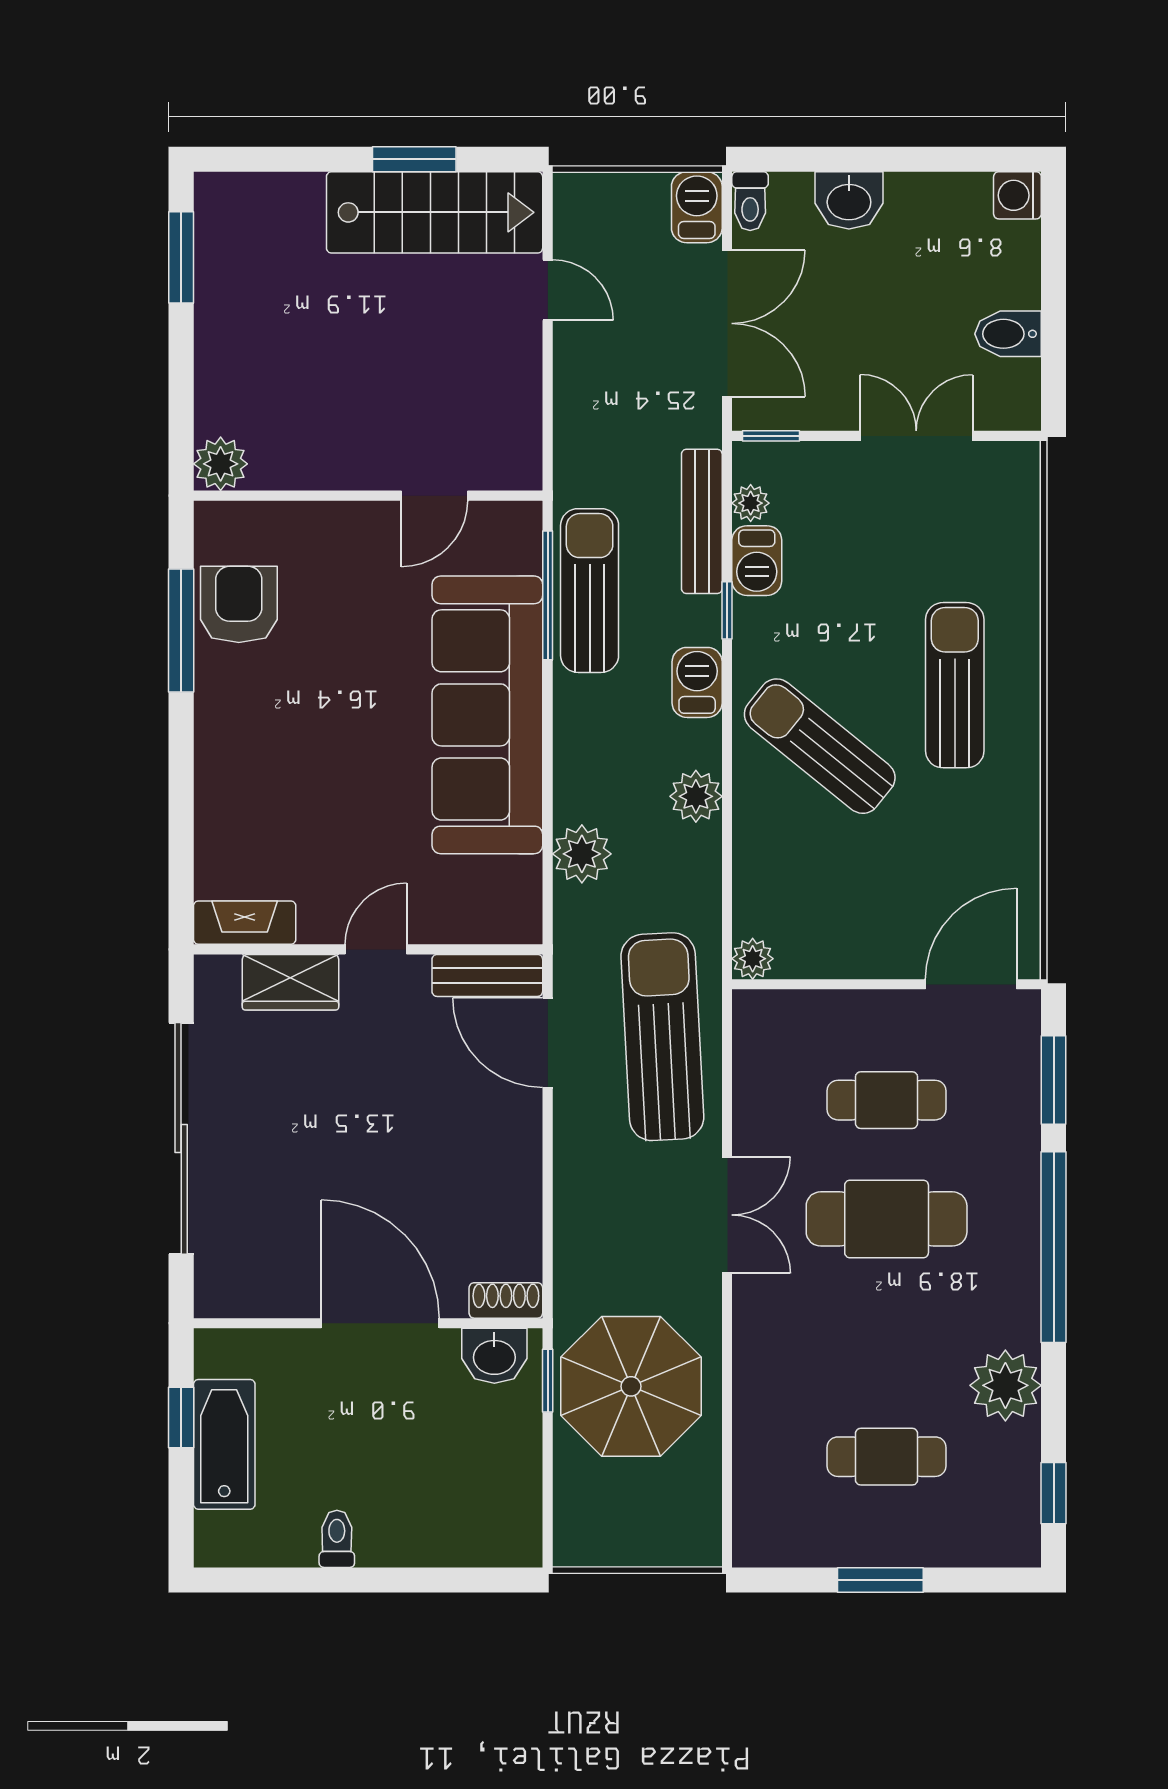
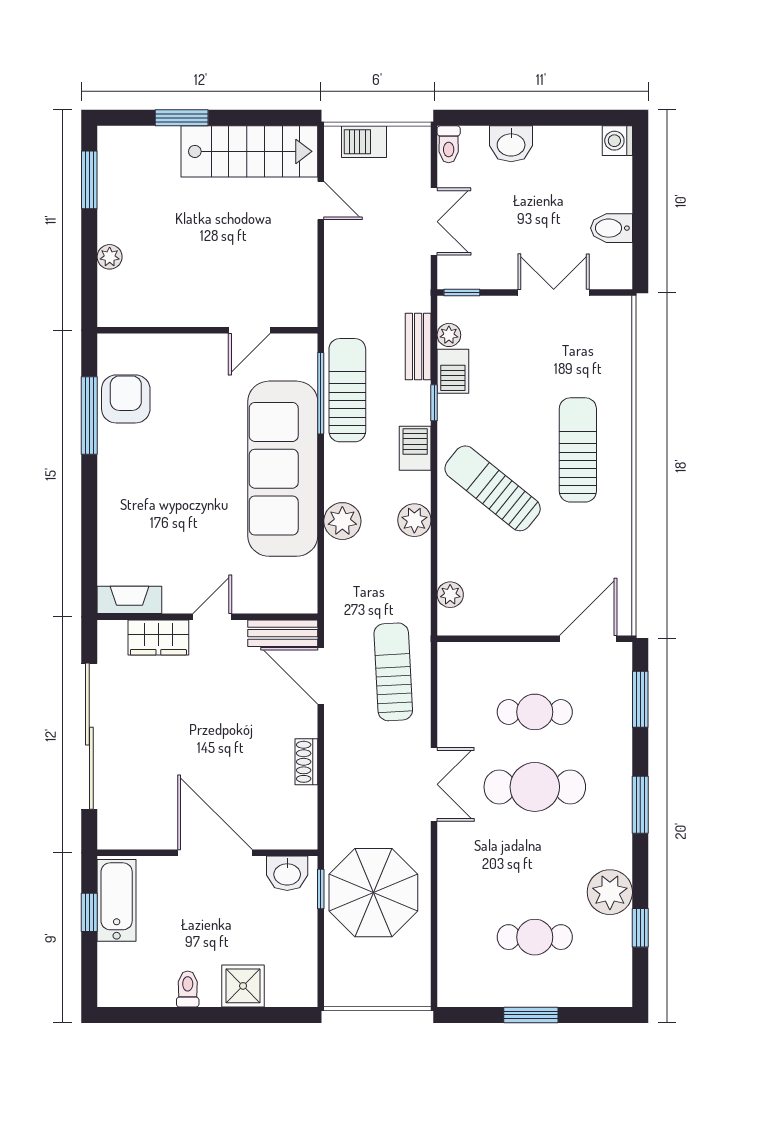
window: (414, 159) -> (182, 118), moved
barbecue: (697, 207) -> (364, 142), moved, turned -90
double door: (727, 323) -> (434, 222), width x0.73
plant: (221, 464) -> (110, 257), moved, width x0.73, depth x0.73
bench: (702, 521) -> (418, 347), width x0.73
plant: (582, 854) -> (342, 521), moved
plant: (753, 959) -> (450, 595), moved
sun lounger: (662, 1037) -> (393, 672), width x0.73, depth x0.75
window: (1054, 1247) -> (640, 805), width x0.47
shoe rack: (506, 1300) -> (306, 762), moved, turned -90
bathtub: (224, 1444) -> (117, 900), moved
window: (1054, 1493) -> (640, 928), moved
shower: (424, 1534) -> (243, 986), added

